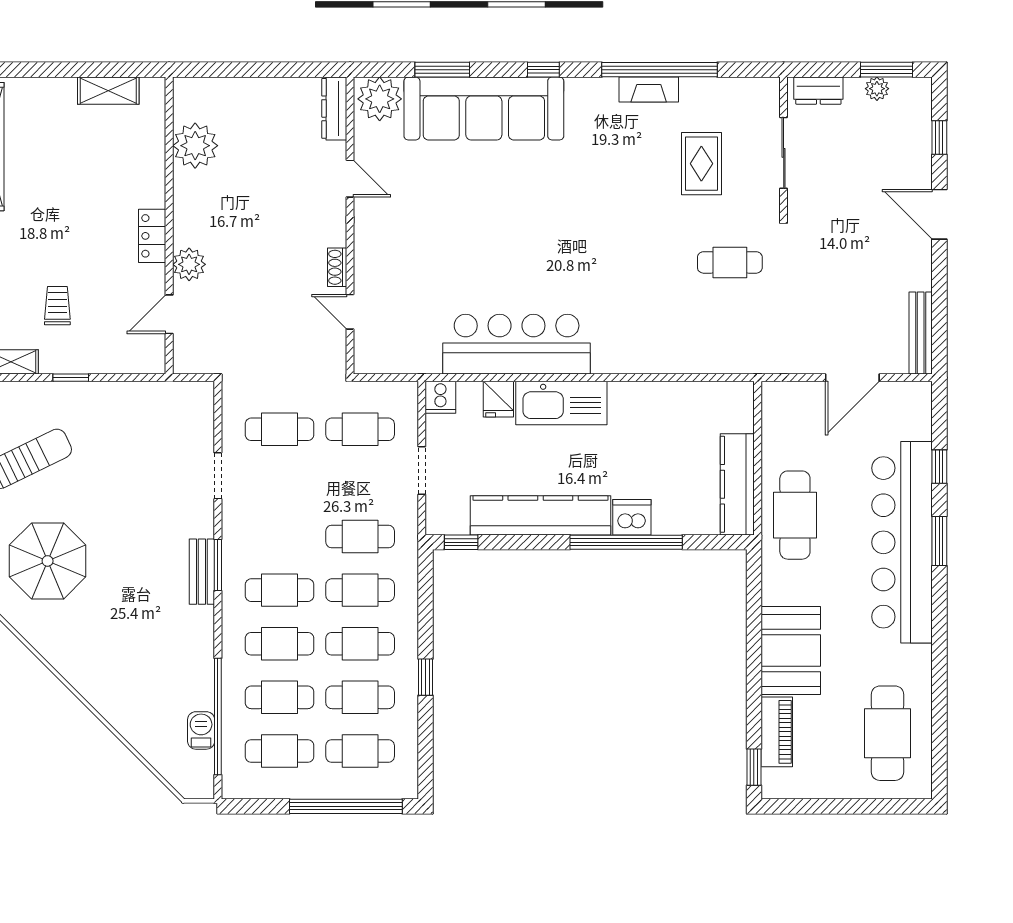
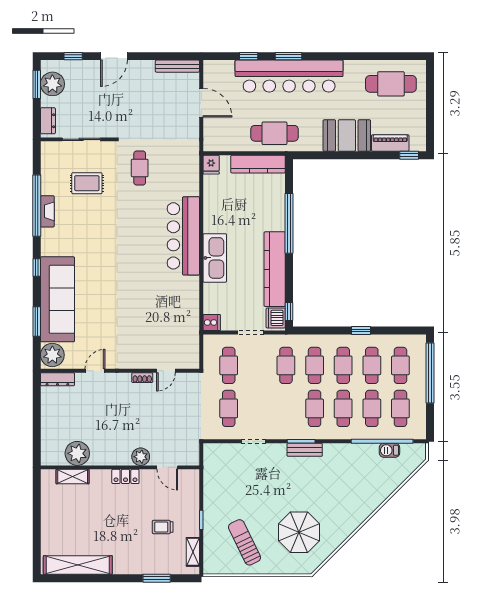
plant: (877, 89) -> (52, 84), width x1.88, depth x1.88
shelving: (108, 91) -> (73, 477), moved, turned 90
bar counter: (517, 344) -> (183, 236), moved
fridge: (498, 399) -> (211, 165), moved, turned 90
dishwasher: (632, 517) -> (276, 318), moved

